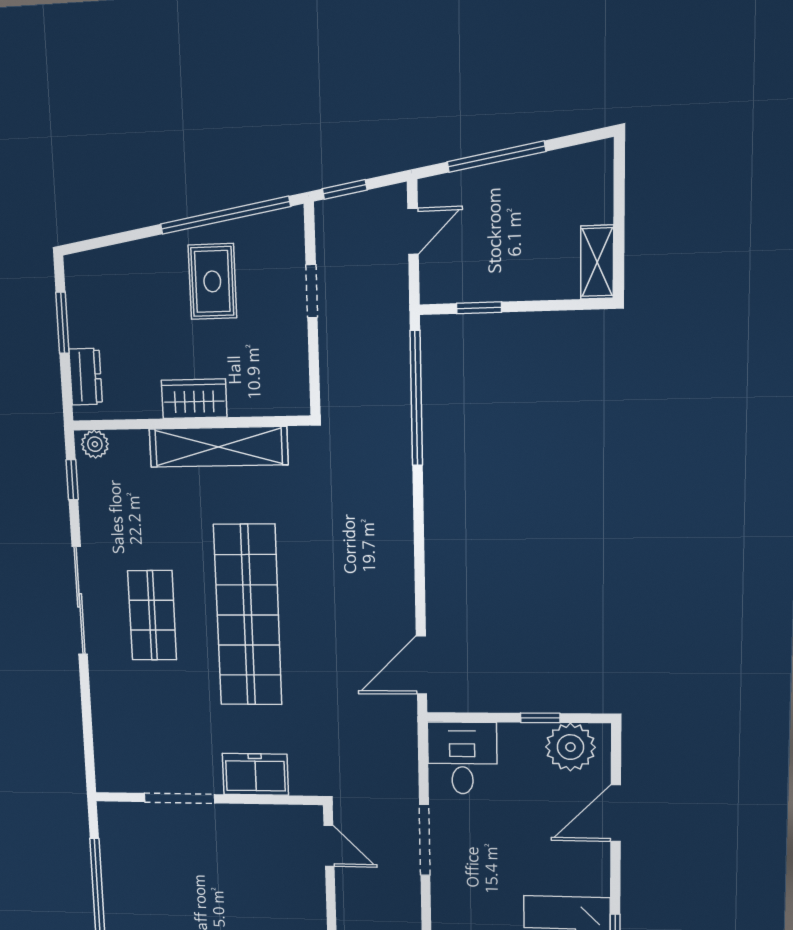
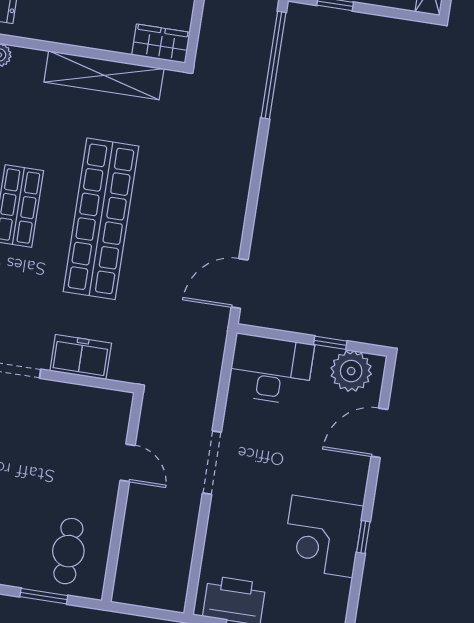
wardrobe: (194, 399) -> (161, 44), moved
desk: (462, 758) -> (271, 369), width x1.37
doorway: (425, 840) -> (212, 463), moved
door: (329, 846) -> (128, 463), moved

